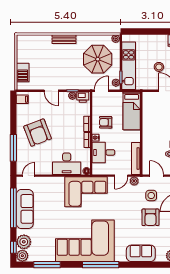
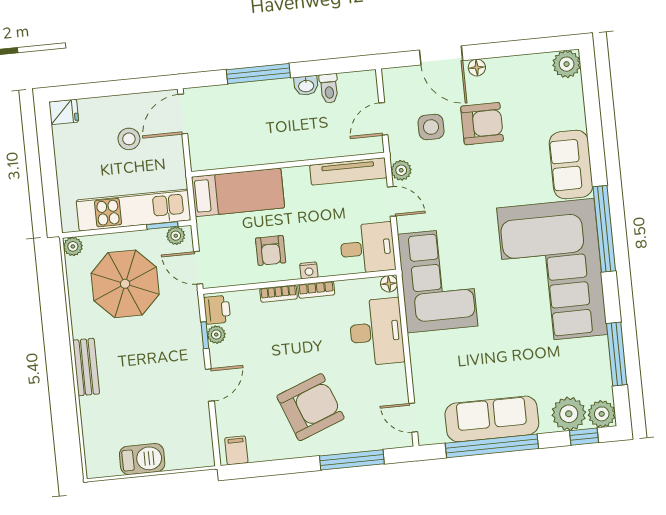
barbecue: (23, 73) -> (142, 459), moved
desk: (103, 152) -> (367, 248), moved, turned -90
sofa: (141, 253) -> (571, 165), moved

